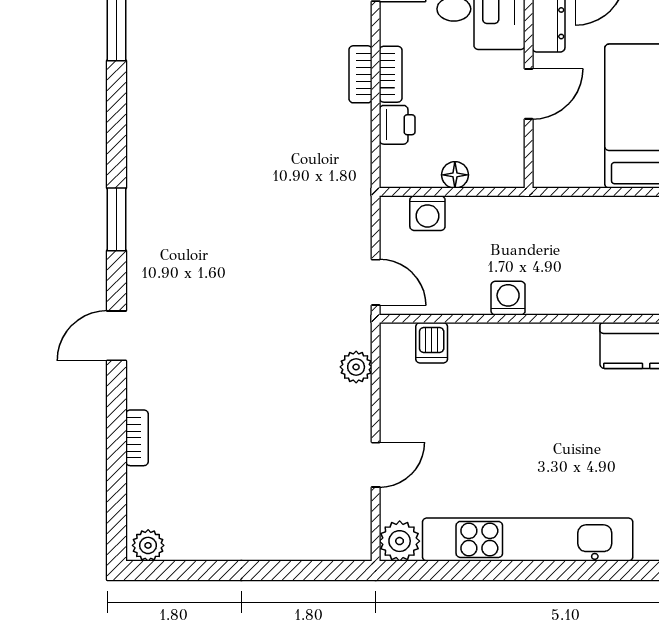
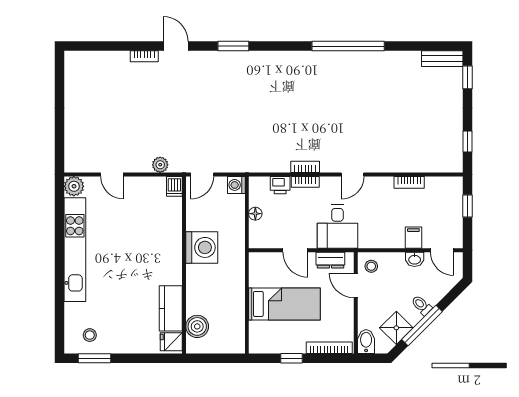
washing machine: (427, 213) -> (236, 185), moved
washing machine: (508, 298) -> (202, 247), width x1.89, depth x1.89
dishwasher: (432, 343) -> (174, 186), moved, turned -90
bookcase: (137, 438) -> (144, 56), moved
plant: (148, 545) -> (72, 62), removed

